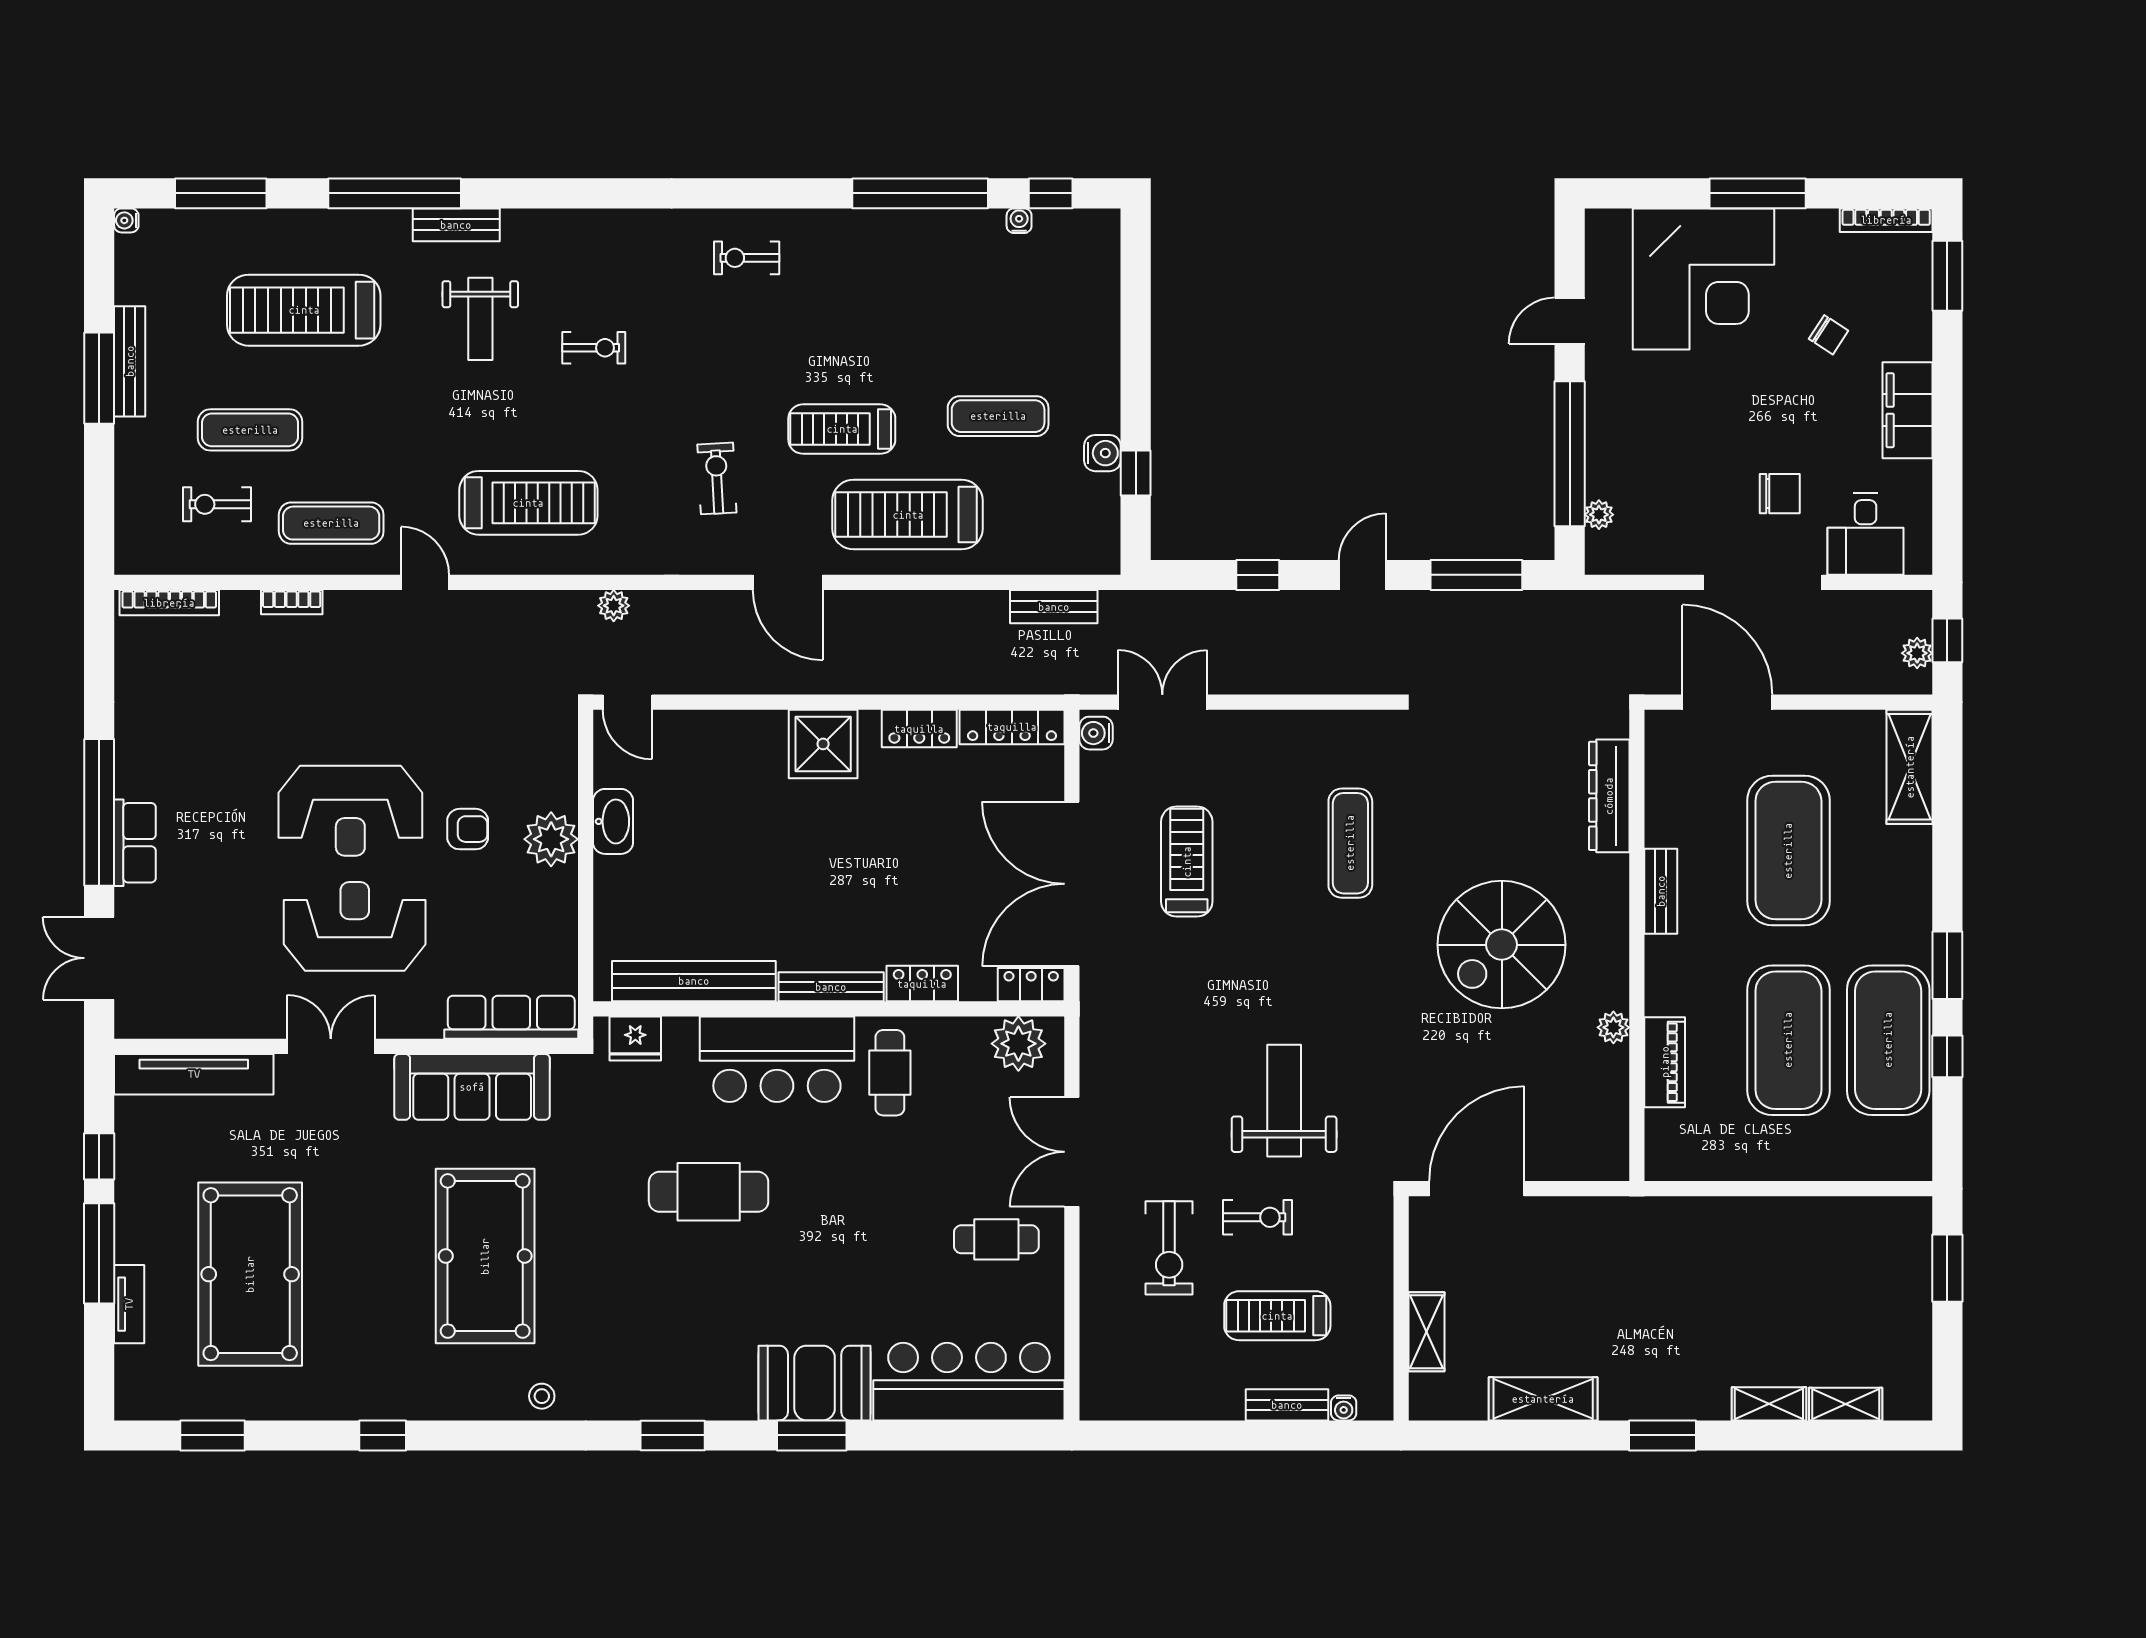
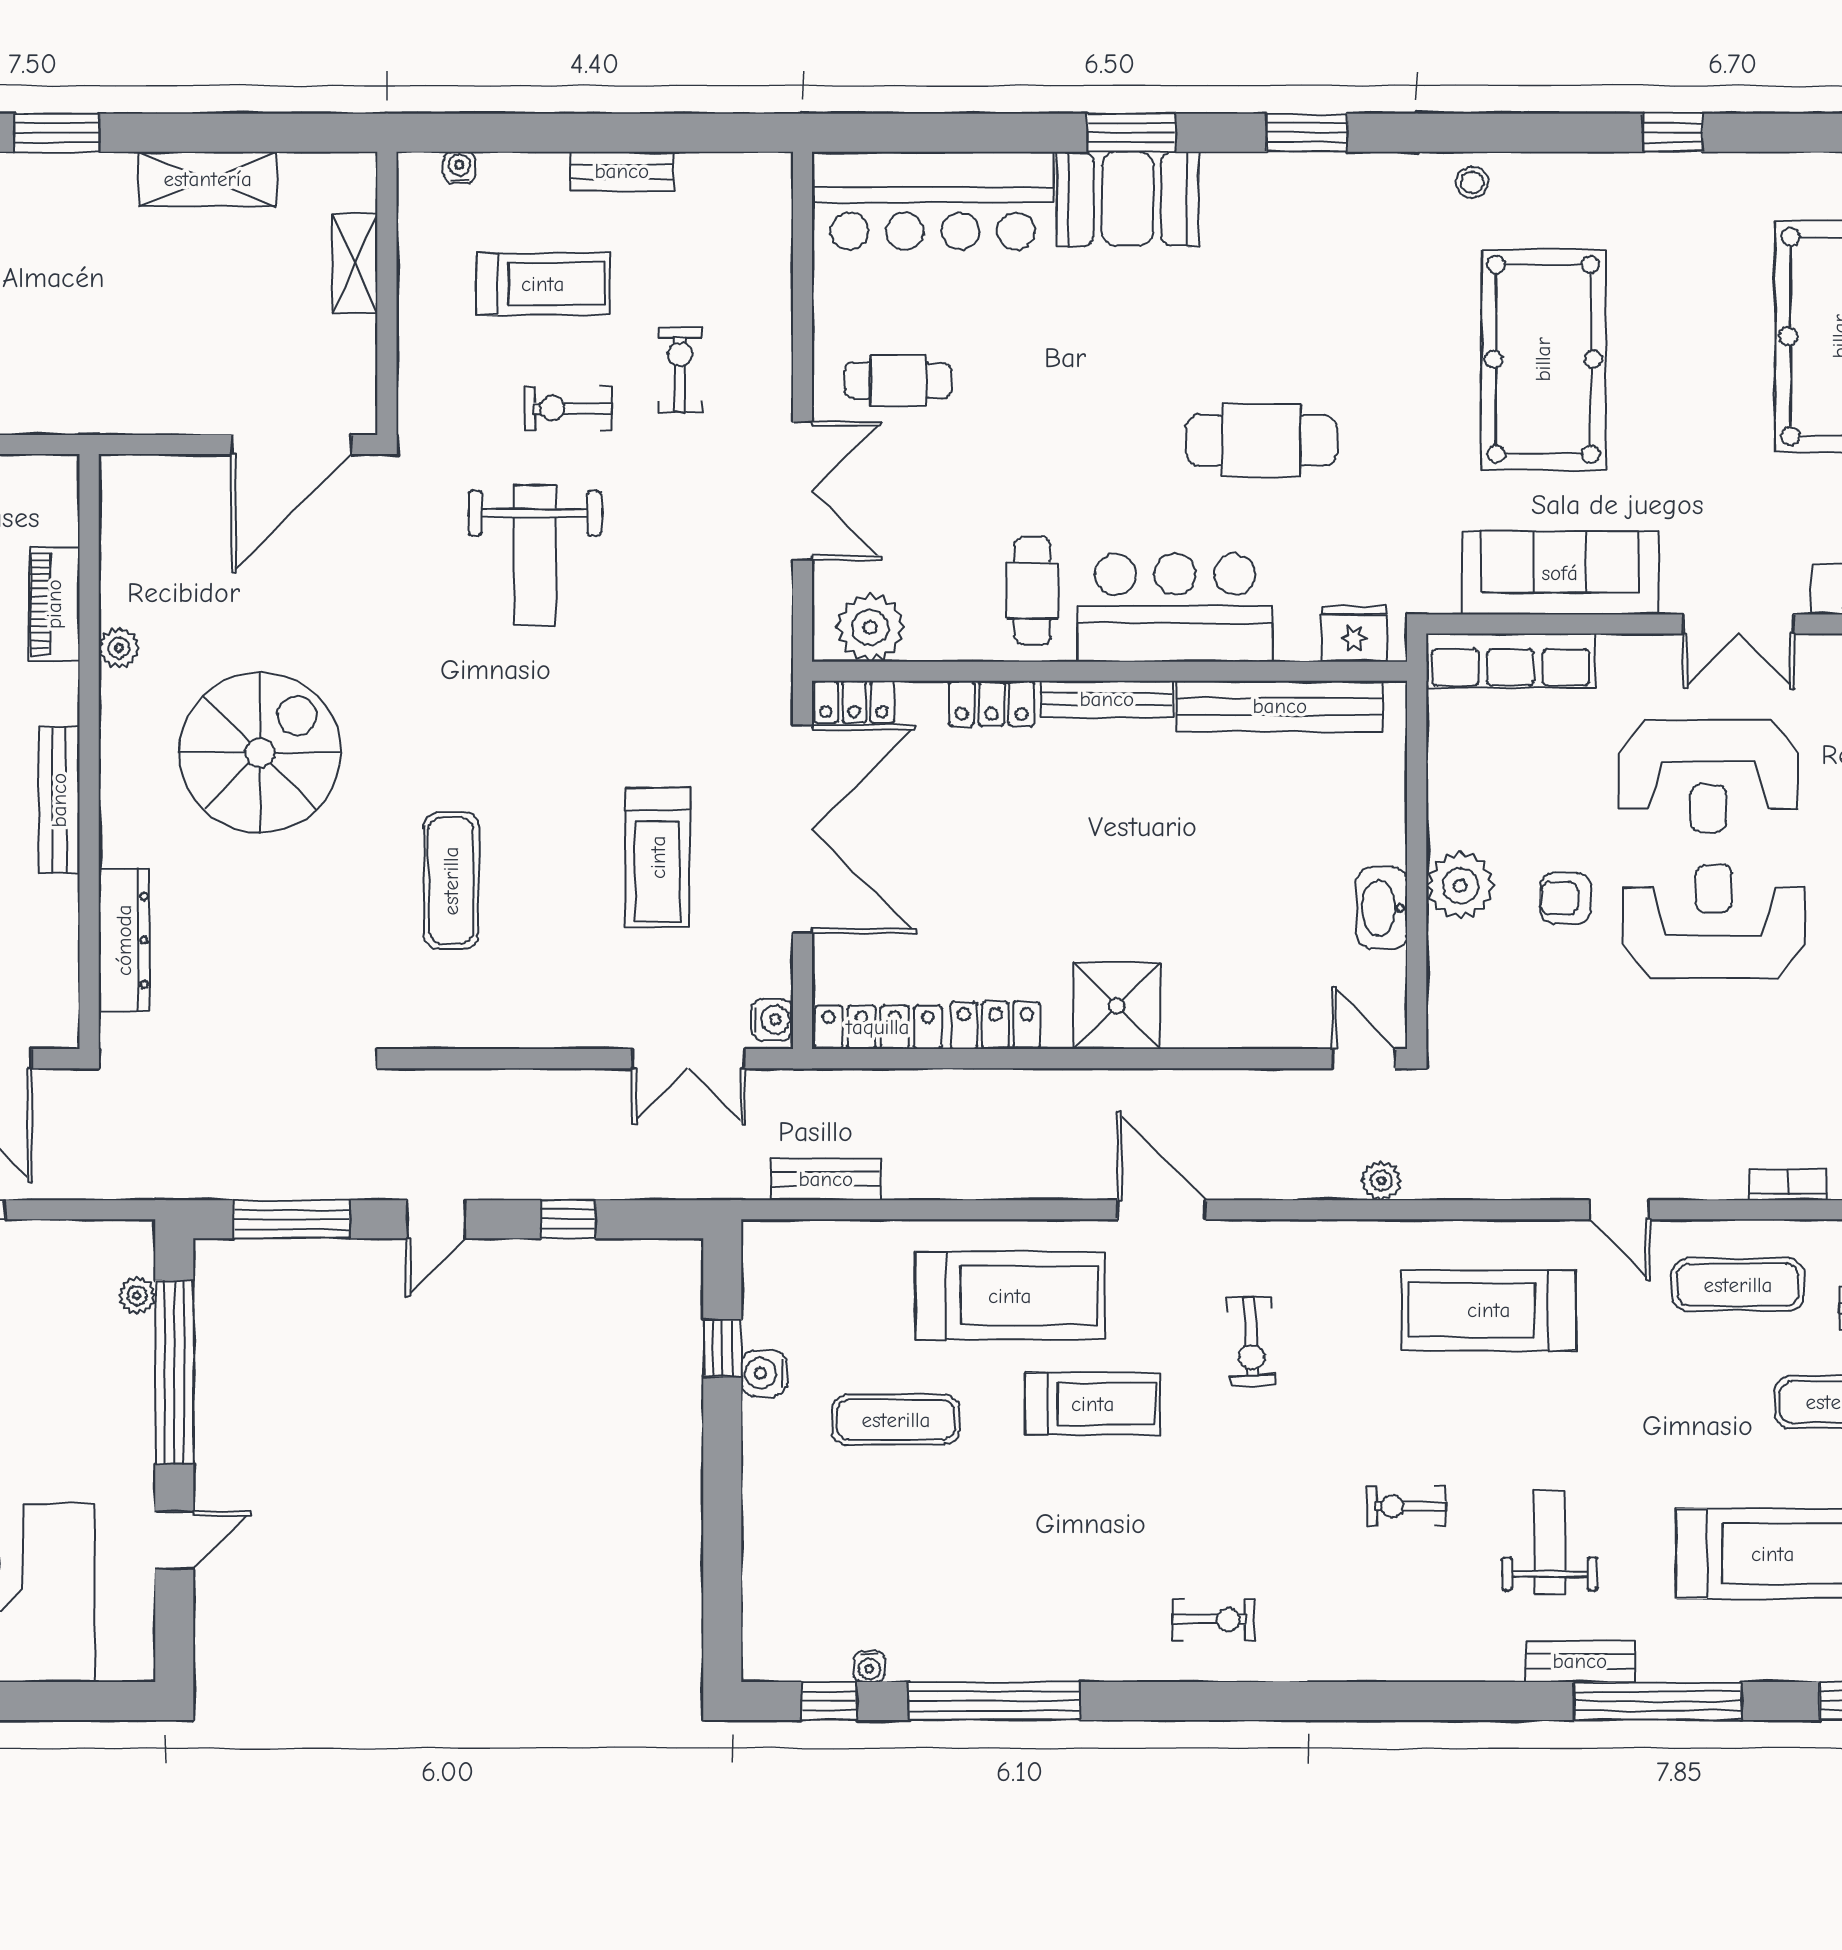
bench: (1661, 891) -> (59, 800), width x1.36
exercise bike: (1169, 1248) -> (680, 370), width x0.73, depth x0.72
bench: (1287, 1405) -> (622, 171), moved

